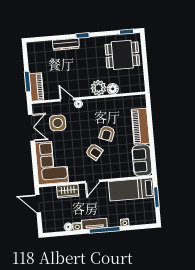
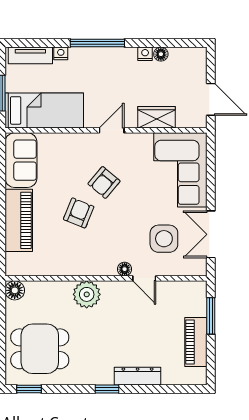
piano: (36, 87) -> (196, 342), moved
floor lamp: (113, 89) -> (15, 290), moved
armchair: (94, 152) -> (104, 182), turned -89
tv unit: (94, 224) -> (30, 55), moved

